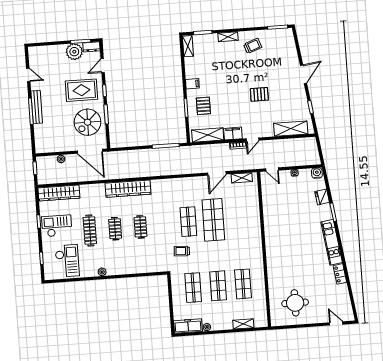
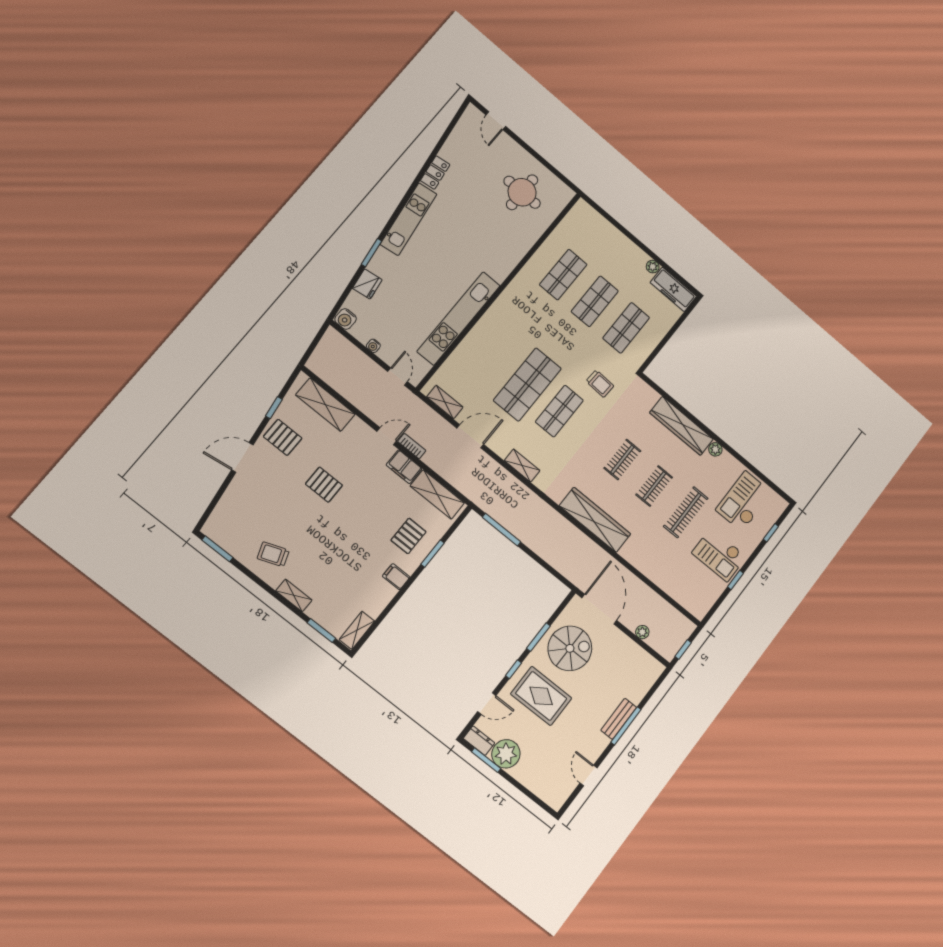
pallet: (295, 98) -> (283, 437), added
bench: (37, 107) -> (619, 719), width x0.73
wardrobe: (59, 193) -> (681, 426), moved, turned 180
kitchen unit: (270, 220) -> (459, 318), added
shelving: (243, 324) -> (522, 466), moved

